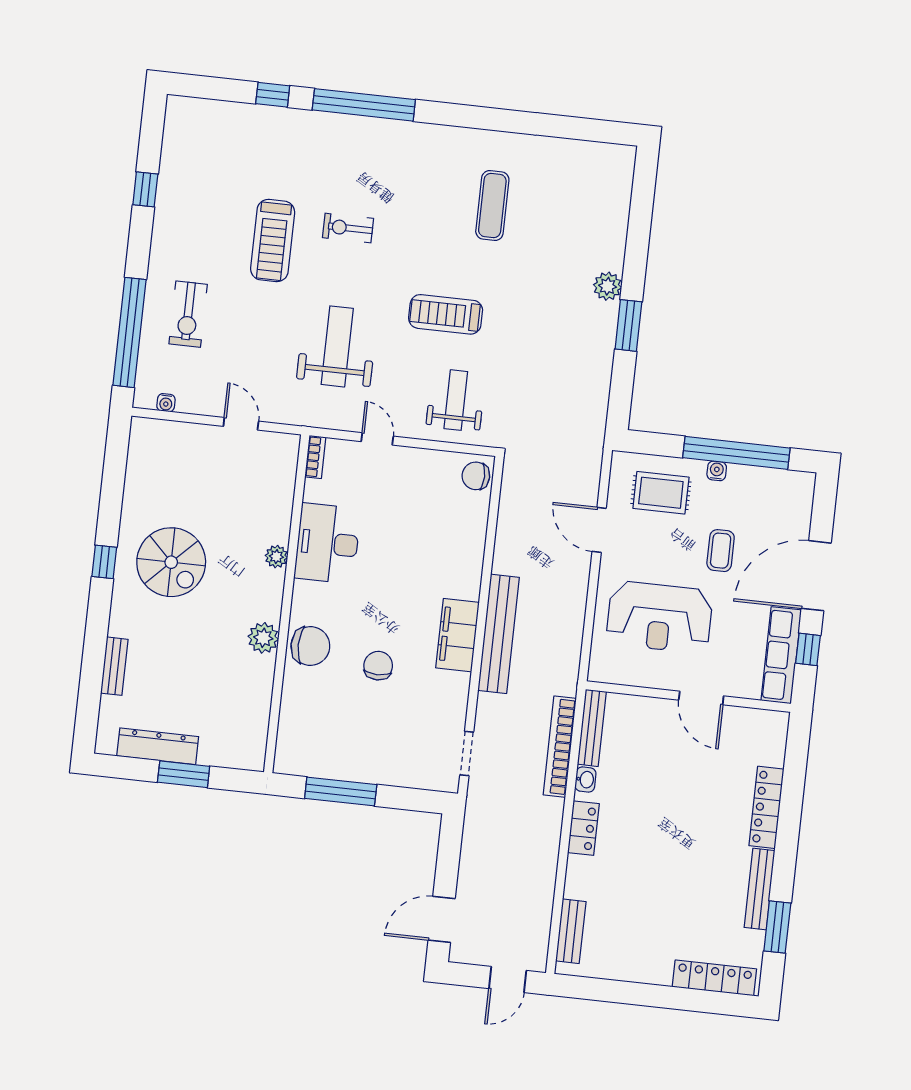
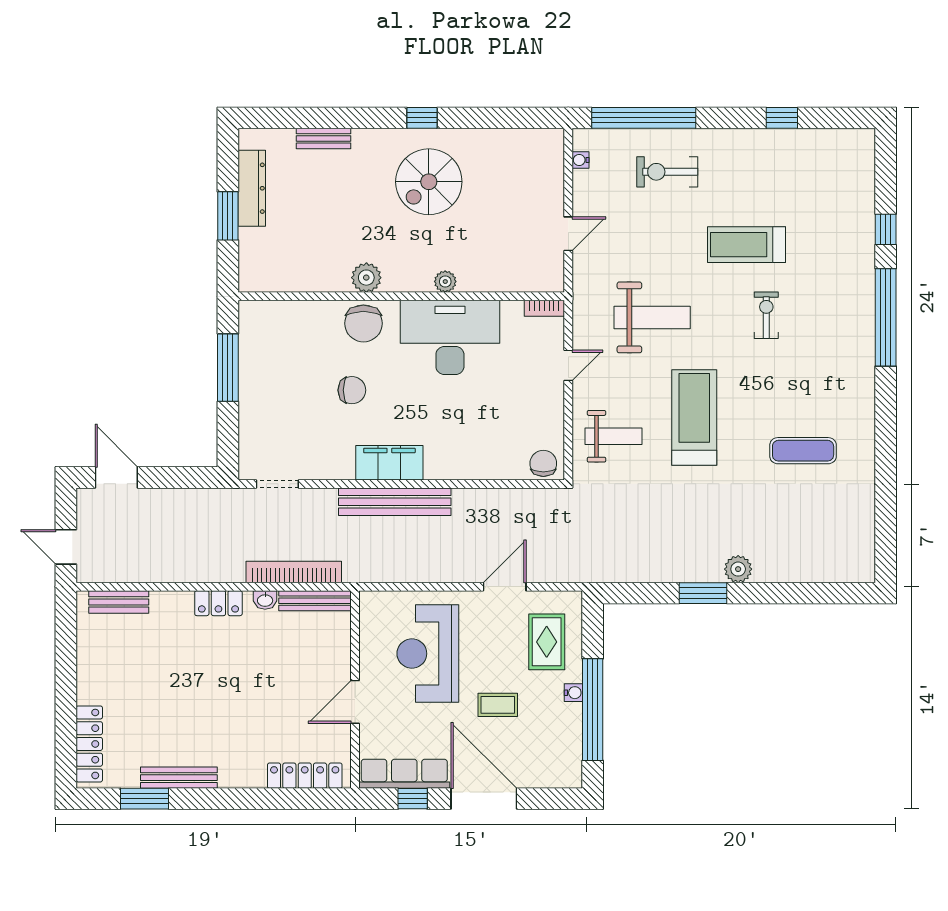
treadmill: (446, 314) -> (694, 418), width x1.37, depth x1.38
desk: (327, 543) -> (450, 337), width x1.36, depth x1.30
locker: (766, 807) -> (305, 776), moved

